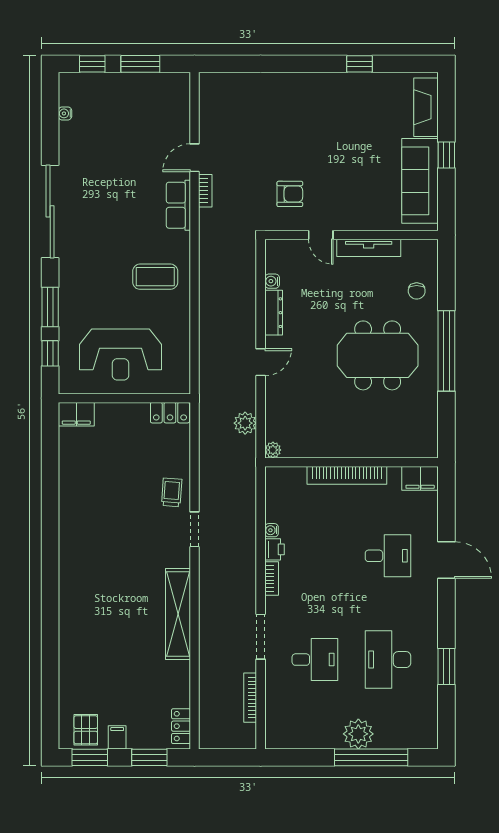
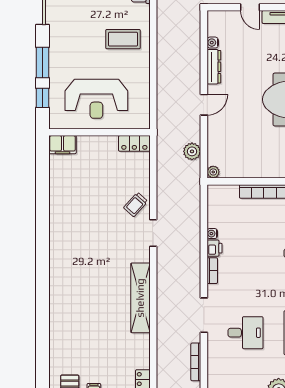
trolley: (172, 492) -> (136, 205), turned -142

